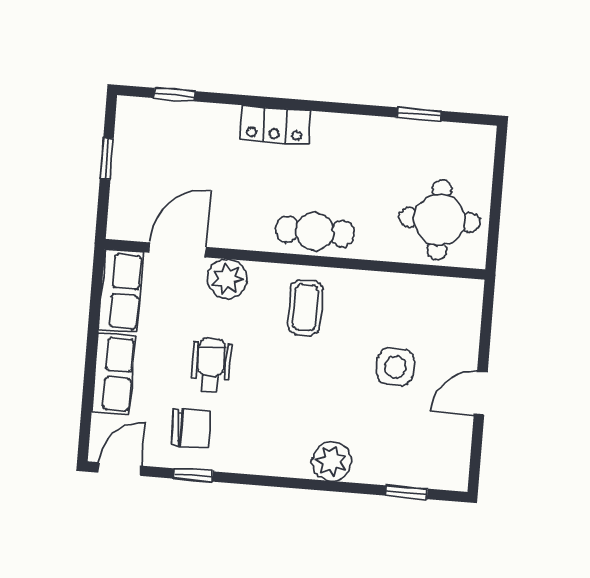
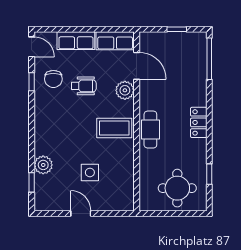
window: (175, 95) -> (209, 59), width x2.17
locker: (275, 125) -> (199, 122), moved
round table: (440, 220) -> (177, 188), moved
coffee table: (305, 308) -> (114, 128), width x1.36, depth x1.30
plant: (332, 461) -> (43, 165), moved

